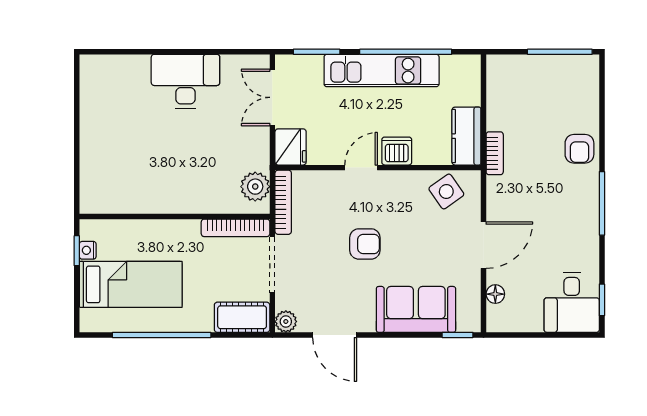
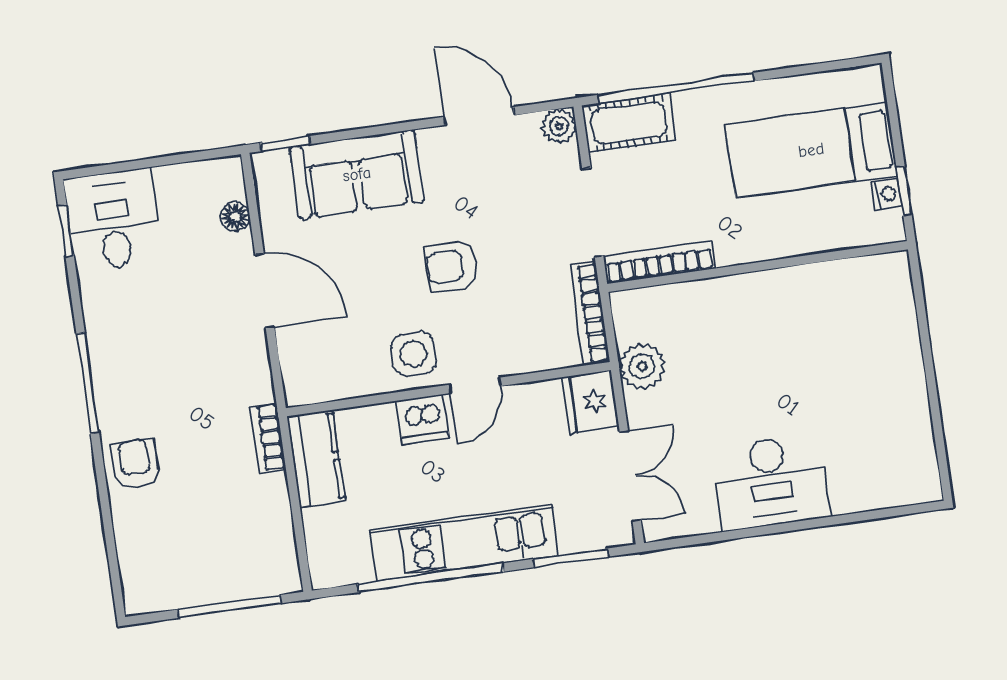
window: (560, 52) -> (229, 606), moved
plant: (255, 187) -> (642, 366), moved
side table: (446, 191) -> (414, 354), moved, turned 35
door: (484, 245) -> (265, 291), swing flipped
window: (162, 335) -> (676, 88), moved

